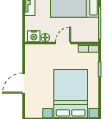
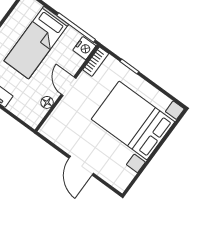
nightstand: (34, 36) -> (84, 48), moved

